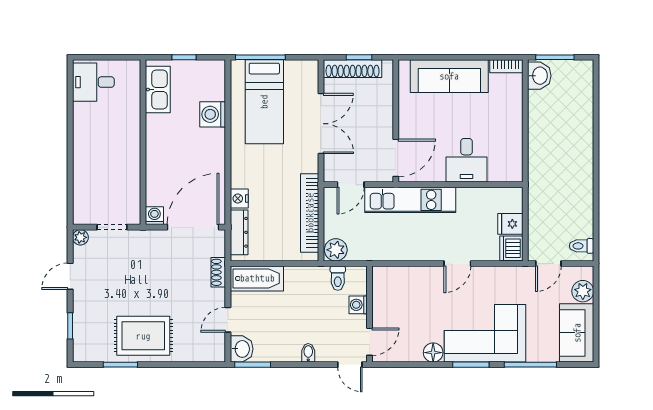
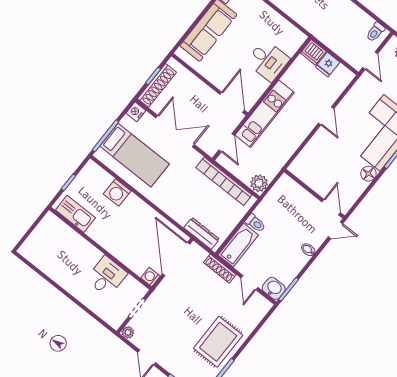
desk: (93, 82) -> (107, 276), moved, turned 180
nightstand: (239, 199) -> (136, 112), moved, turned 90
dishwasher: (511, 248) -> (313, 52), moved
shoe rack: (218, 272) -> (220, 269), width x1.43
toilet: (338, 278) -> (255, 223), moved
washing machine: (358, 305) -> (303, 196), removed

